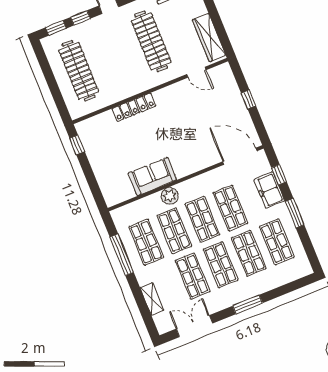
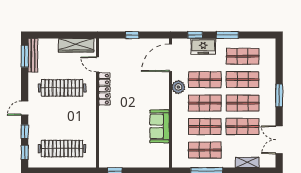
door: (196, 72) -> (97, 64), swing flipped
locker: (134, 107) -> (104, 89), moved
plant: (170, 196) -> (178, 87), moved

